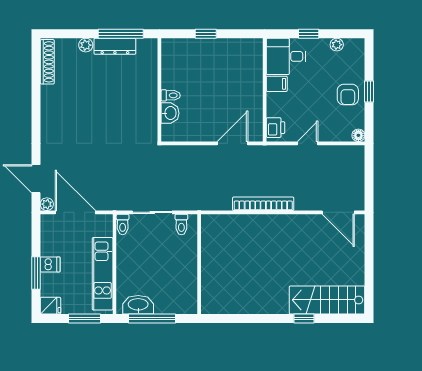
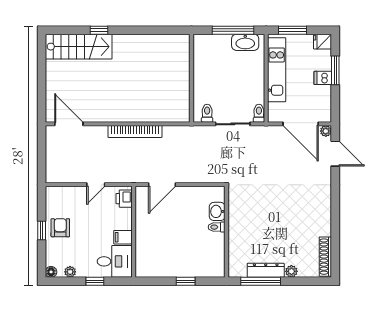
floor lamp: (358, 135) -> (51, 272), moved

